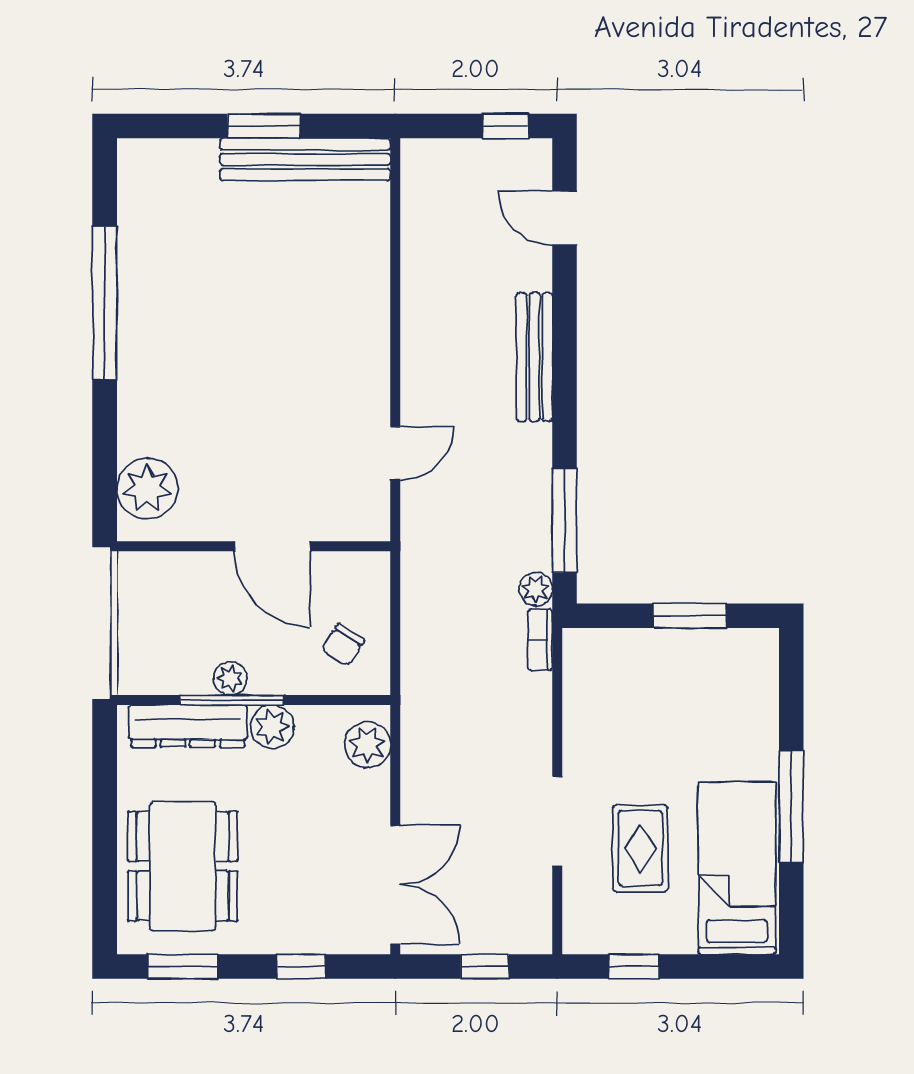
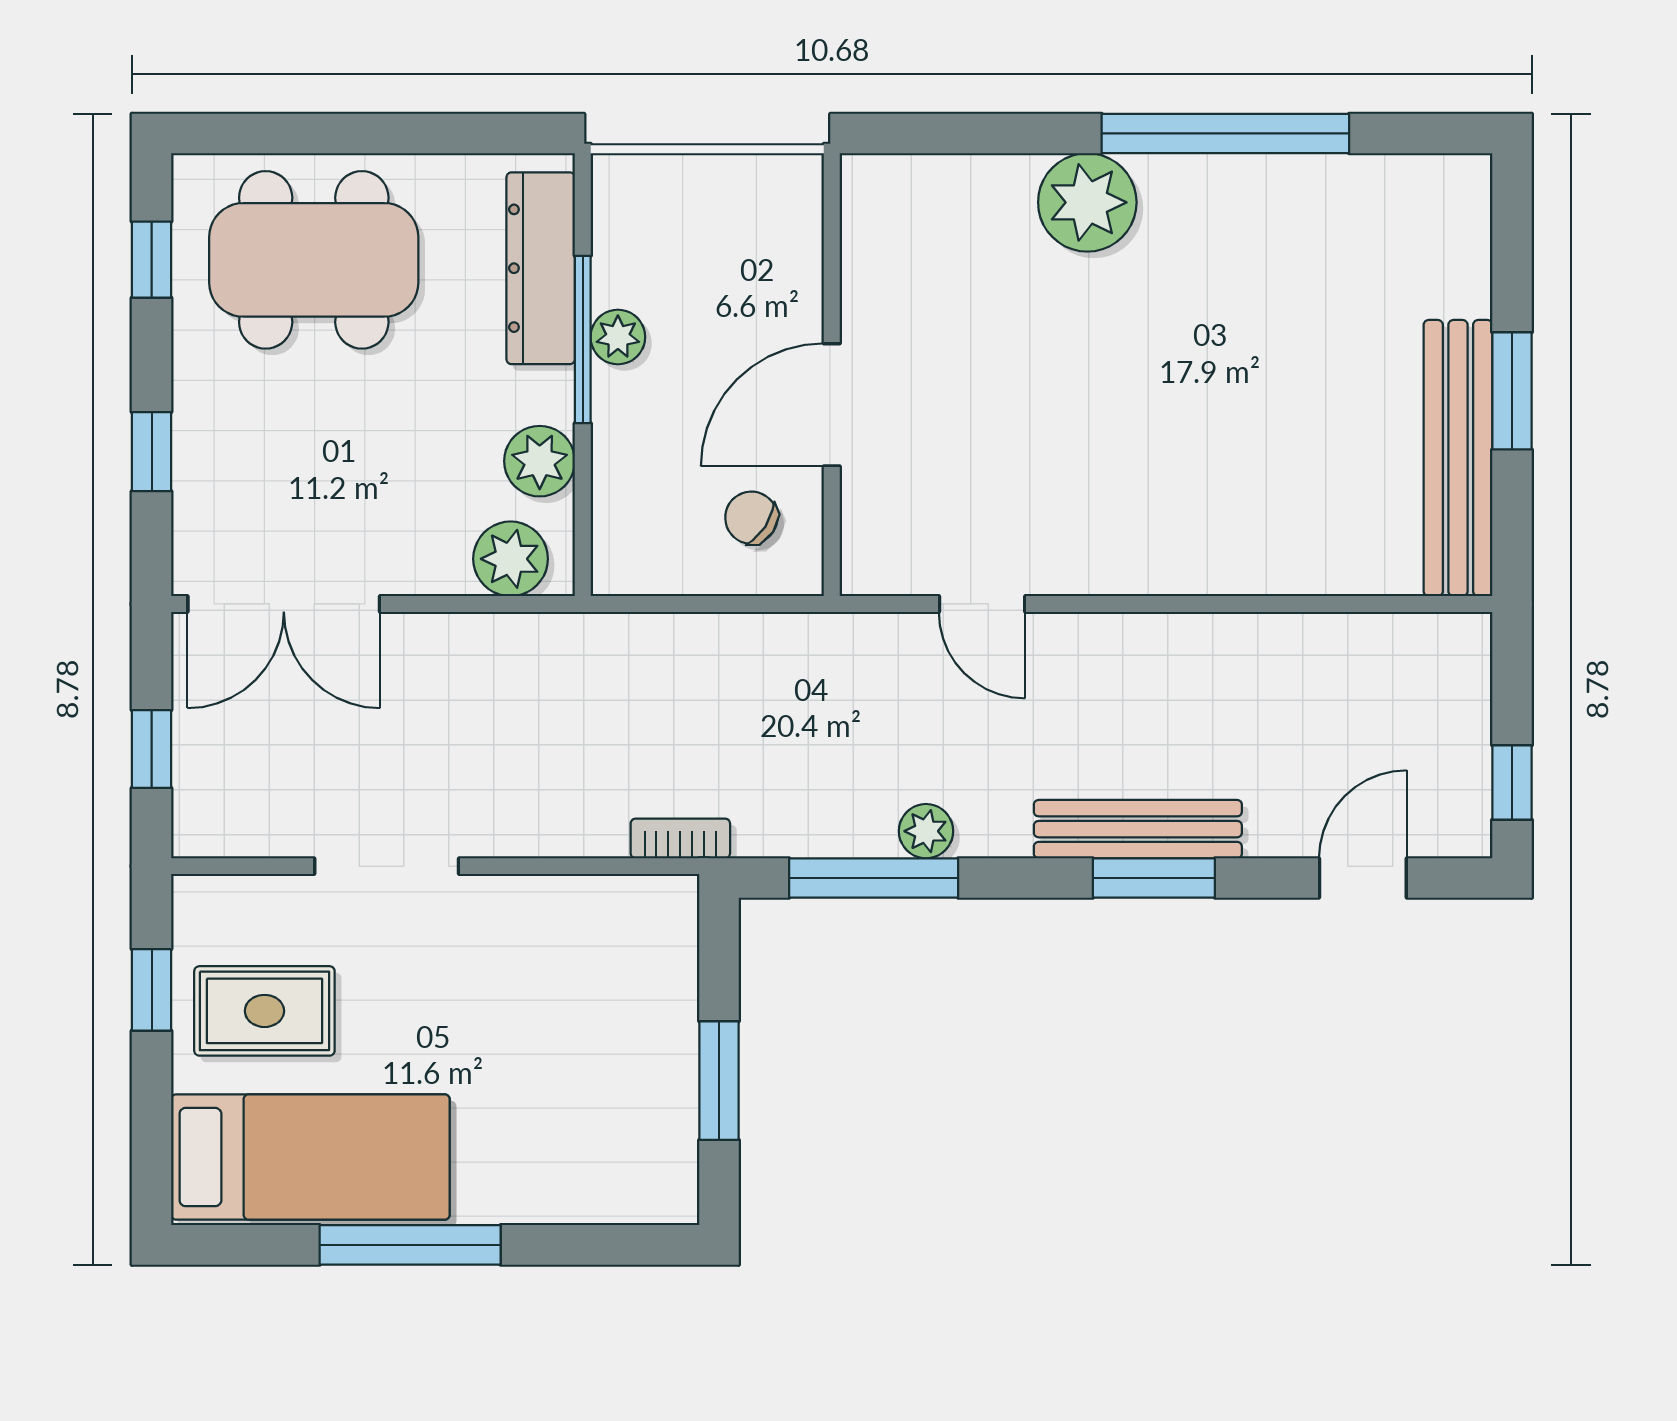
window: (565, 347) -> (1154, 878), added
plant: (147, 488) -> (1087, 202), moved
plant: (536, 589) -> (926, 831), moved
chair: (343, 645) -> (751, 518), moved
plant: (272, 727) -> (540, 461), moved
rug: (640, 848) -> (264, 1011), moved
window: (183, 966) -> (152, 260), width x0.67

